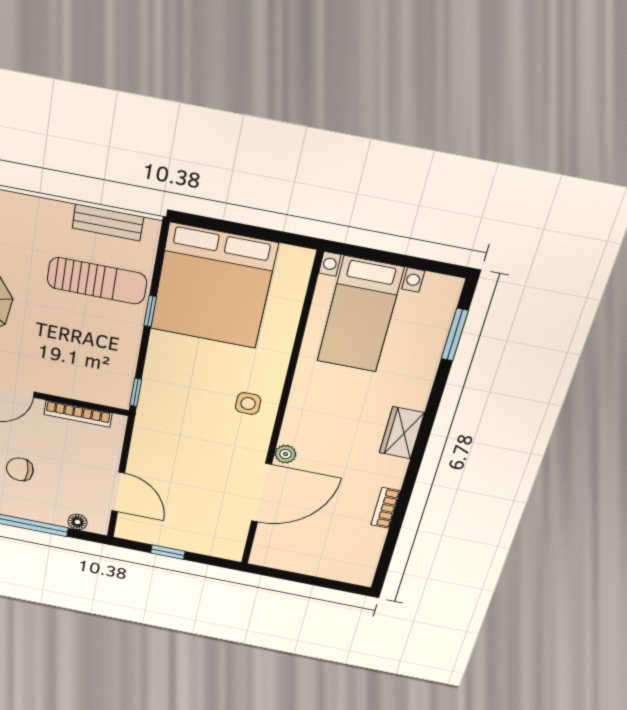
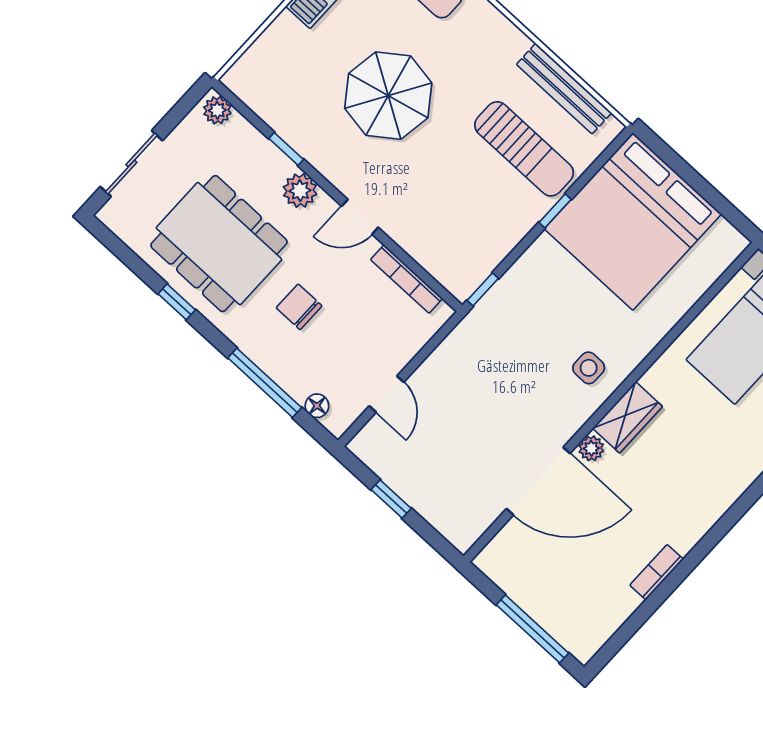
bench: (108, 222) -> (564, 89), width x1.36
wardrobe: (402, 433) -> (627, 417), moved, turned 180
door: (118, 492) -> (387, 394), width x0.73
window: (319, 582) -> (532, 629), added

